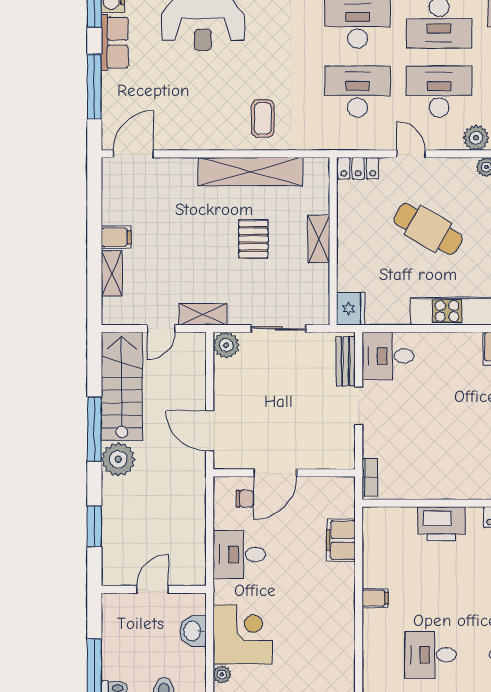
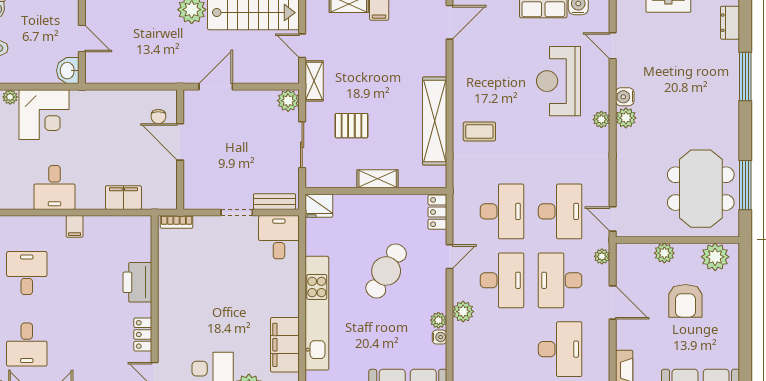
door: (133, 154) -> (449, 22), hinge flipped
pallet: (253, 239) -> (351, 126), moved
desk: (239, 555) -> (54, 187), moved, turned 180
washbasin: (193, 631) -> (68, 71), moved, turned -90

